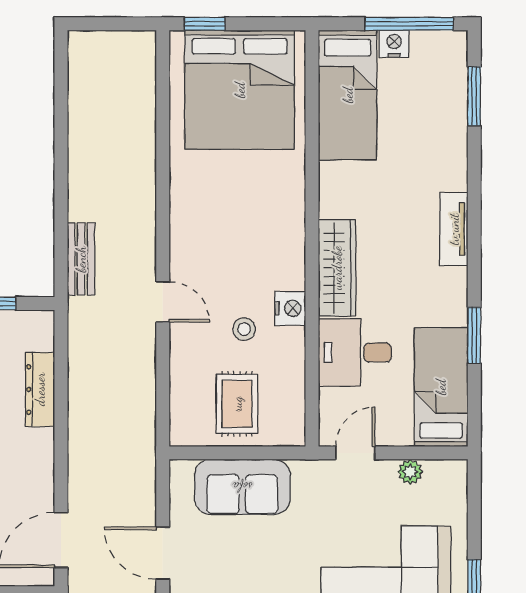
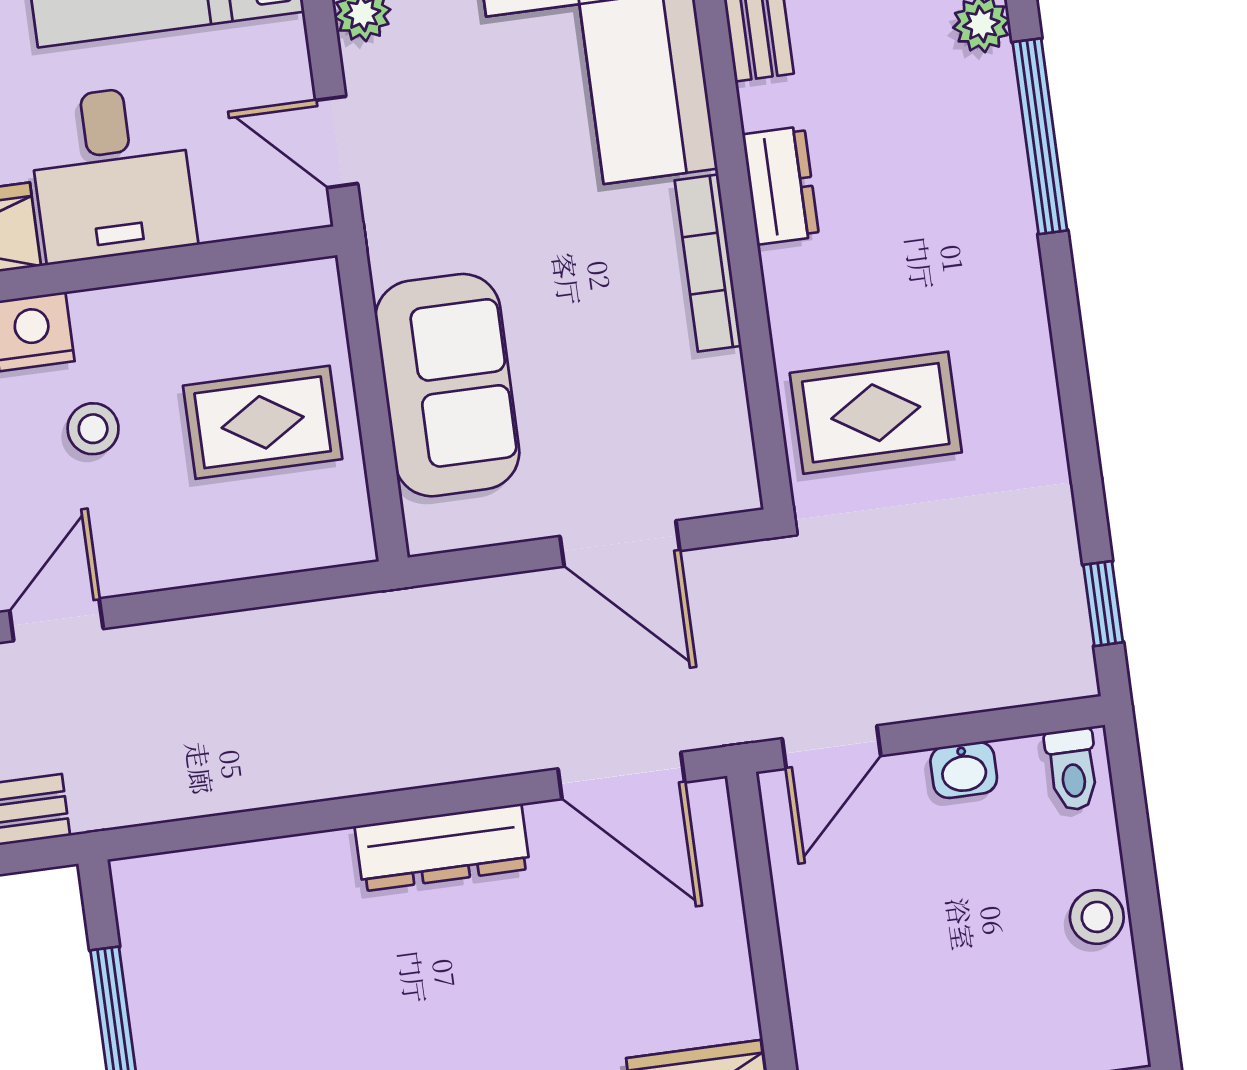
dresser: (40, 389) -> (442, 848), moved
door: (163, 553) -> (620, 543), hinge flipped

